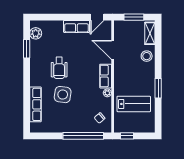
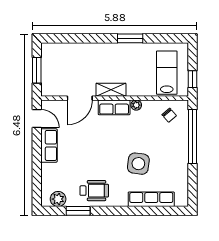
shelving: (150, 33) -> (111, 90), moved
stool: (147, 56) -> (88, 53), removed
wheelchair: (59, 68) -> (94, 191), moved
lab bench: (134, 104) -> (167, 73), moved

